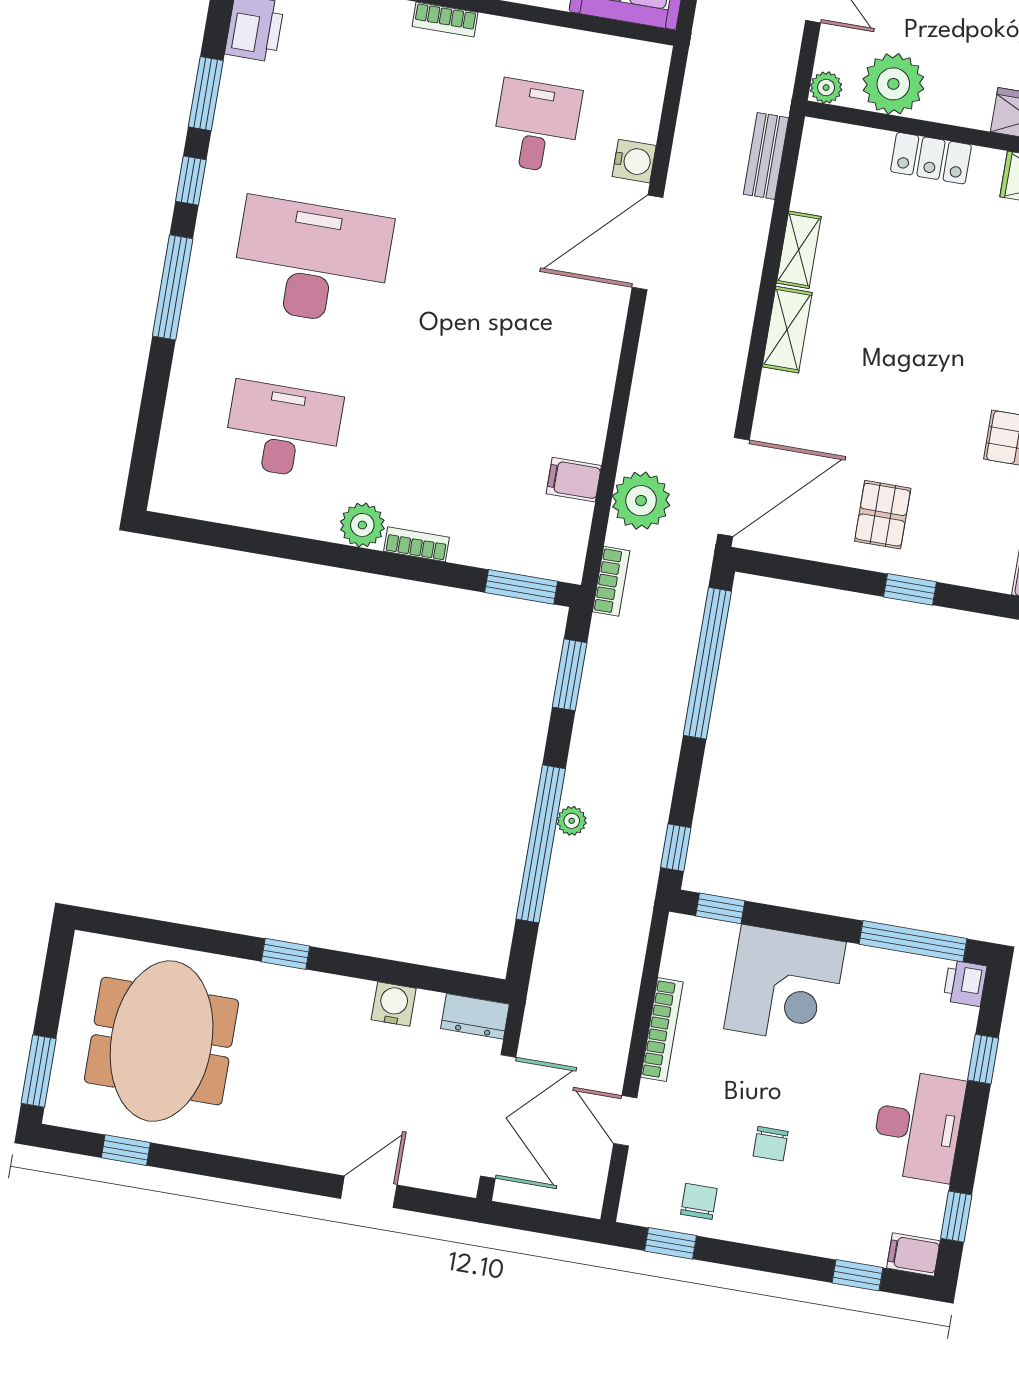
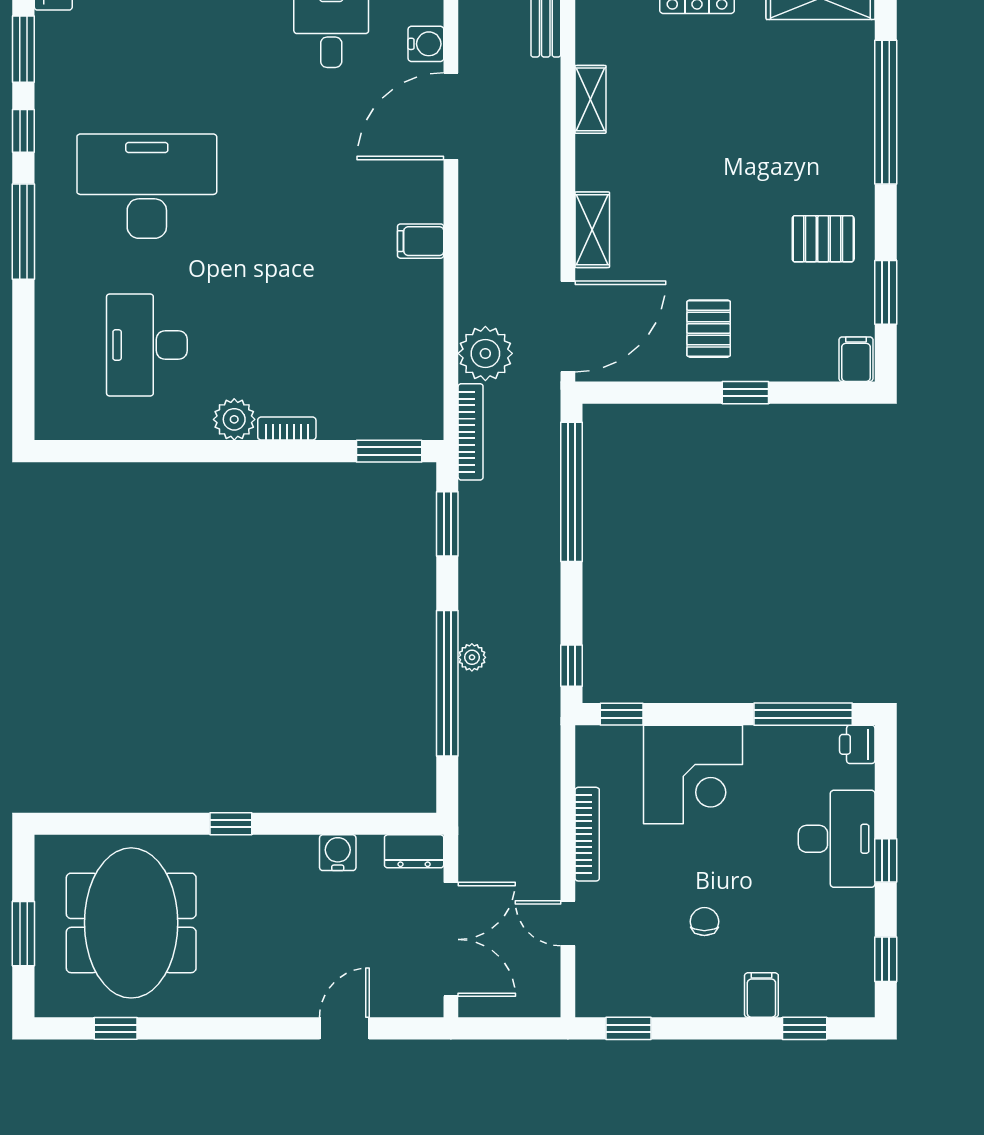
shelving: (787, 330) -> (592, 230), moved
desk: (283, 430) -> (147, 345), turned -90
filing cabinet: (574, 480) -> (421, 241), moved
bookcase: (611, 581) -> (471, 432), width x1.56
window: (983, 1059) -> (886, 860), moved
window: (39, 1071) -> (23, 934), moved
desk: (918, 1126) -> (837, 839), moved
chair: (771, 1144) -> (704, 922), turned 180
chair: (699, 1201) -> (648, 986), removed
filing cabinet: (913, 1254) -> (761, 995), moved, turned 90

